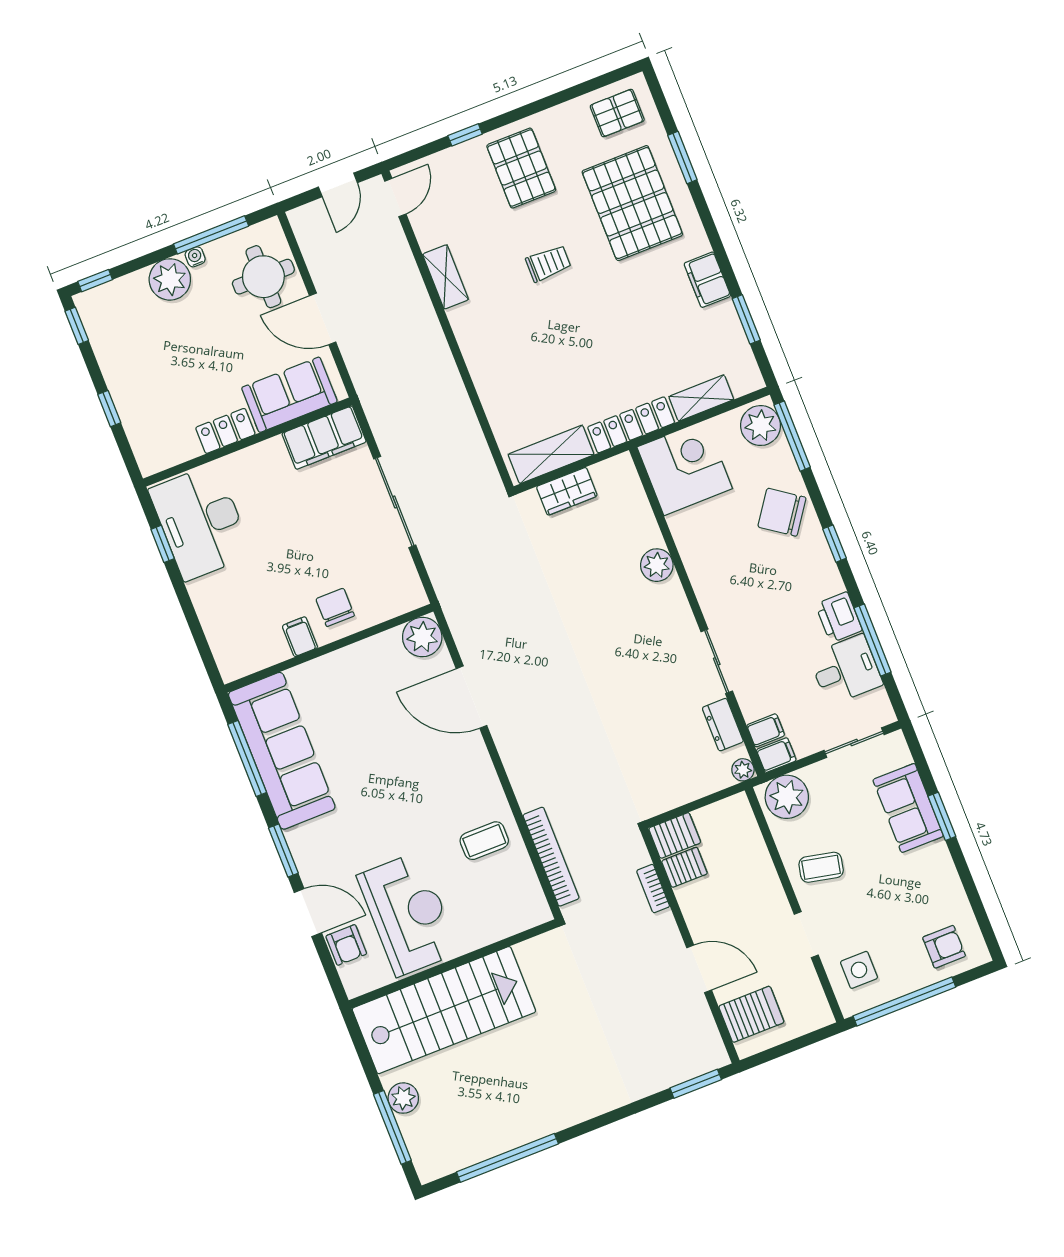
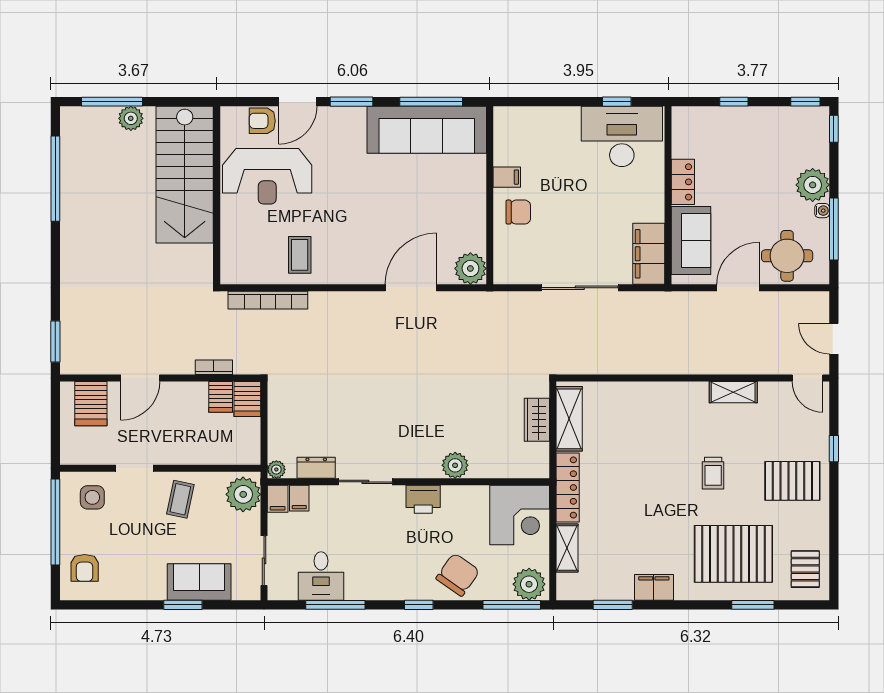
printer: (839, 617) -> (423, 499), moved, turned 180

